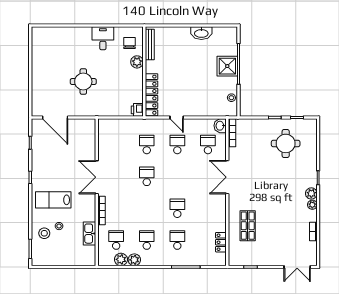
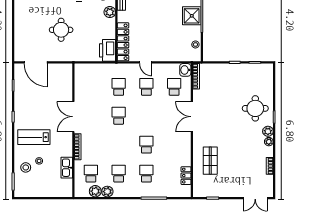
printer: (137, 110) -> (108, 50), width x1.87, depth x1.48
round table: (286, 143) -> (255, 108), moved

